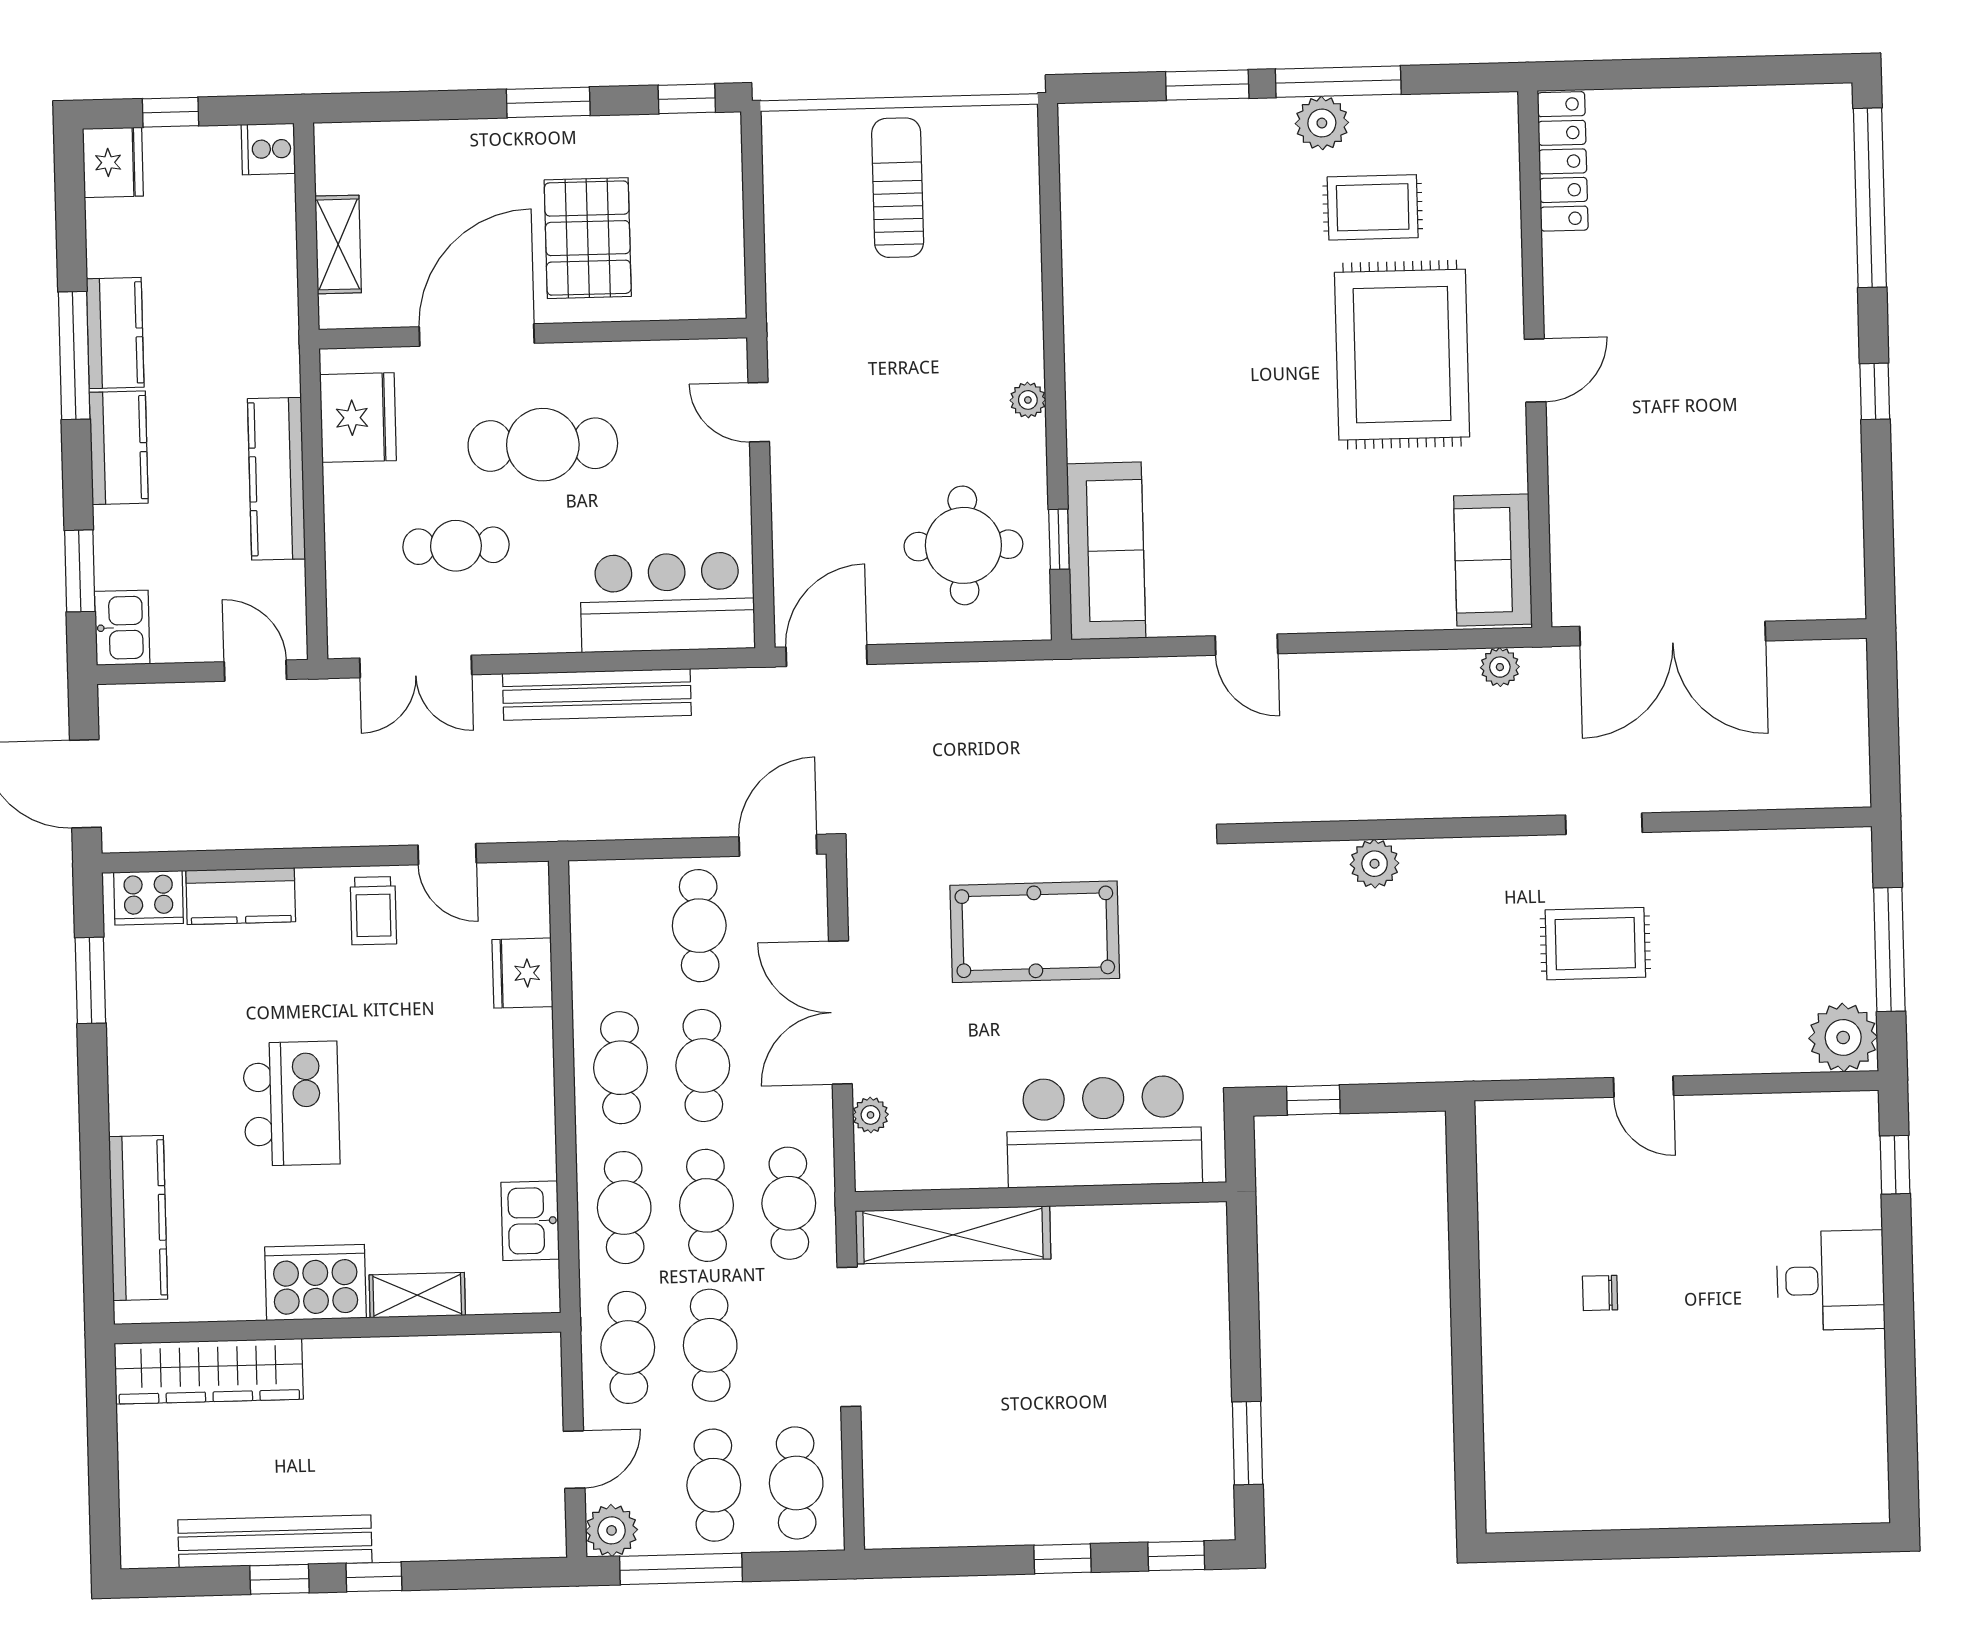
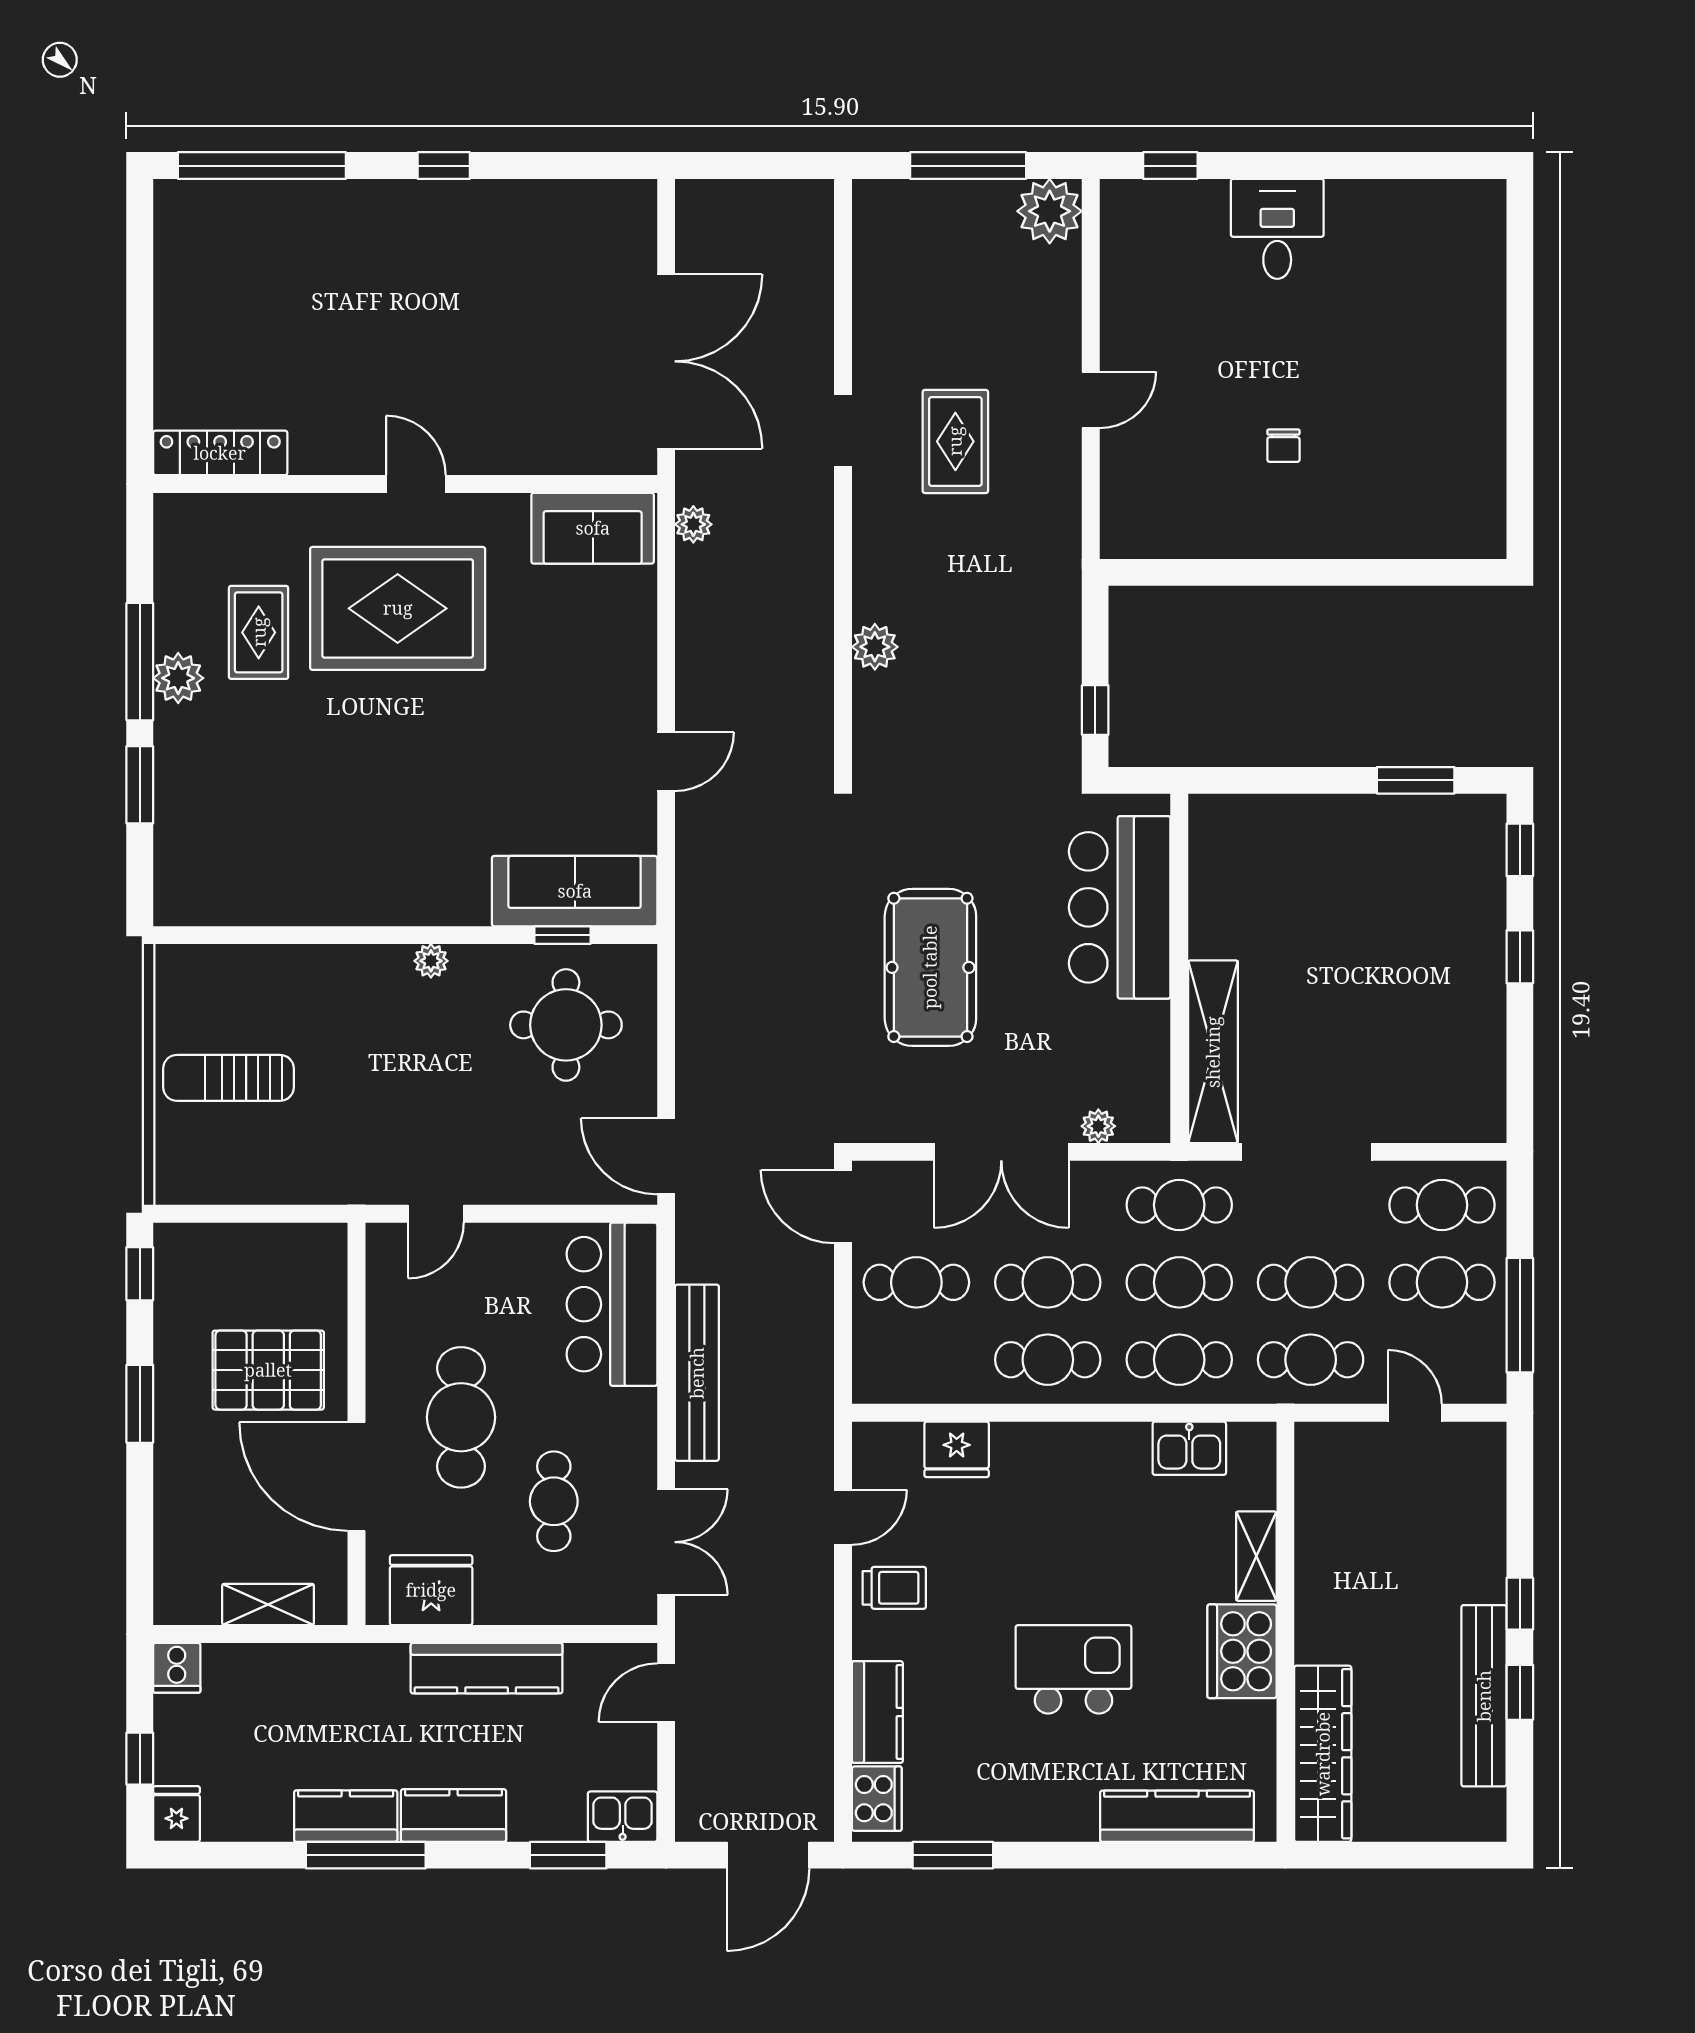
fridge: (113, 162) -> (176, 1814), width x0.72
plant: (612, 1530) -> (1482, 1379), removed

